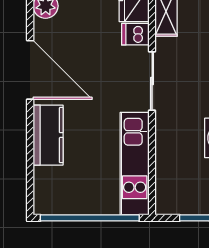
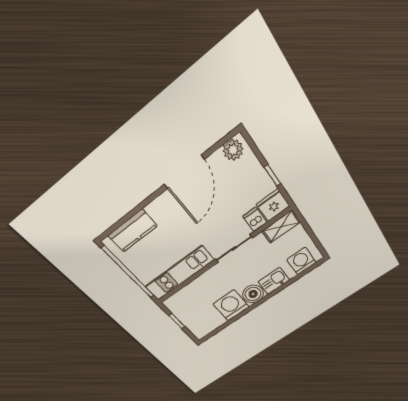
kitchen counter: (48, 135) -> (133, 231), moved

